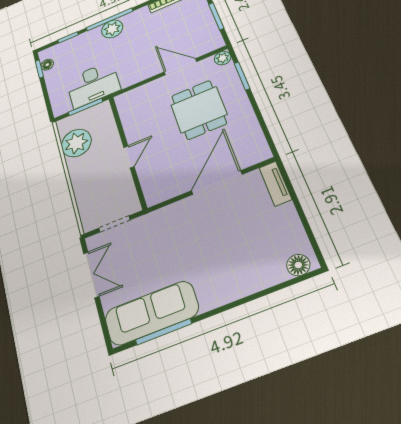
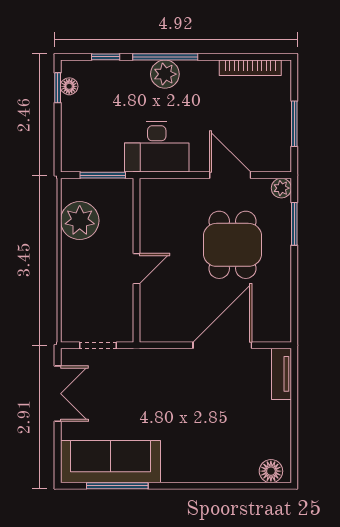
desk: (93, 84) -> (157, 147), moved

